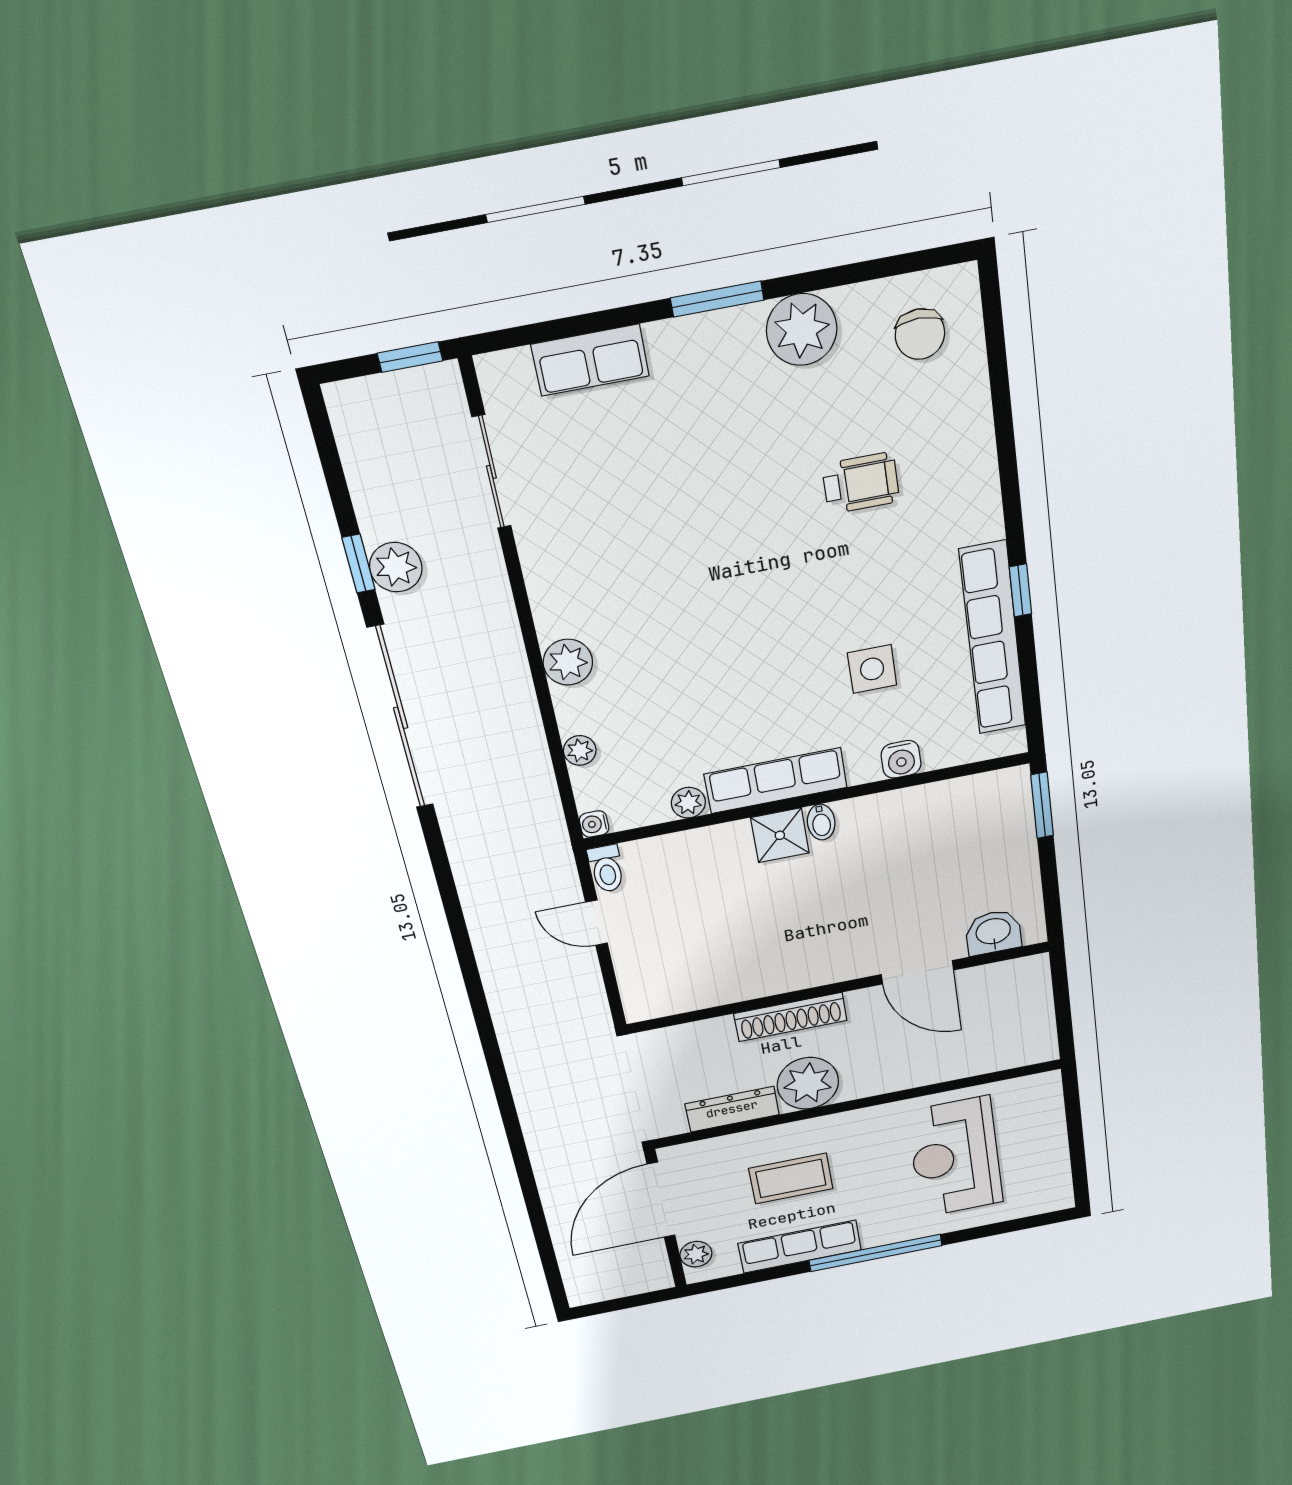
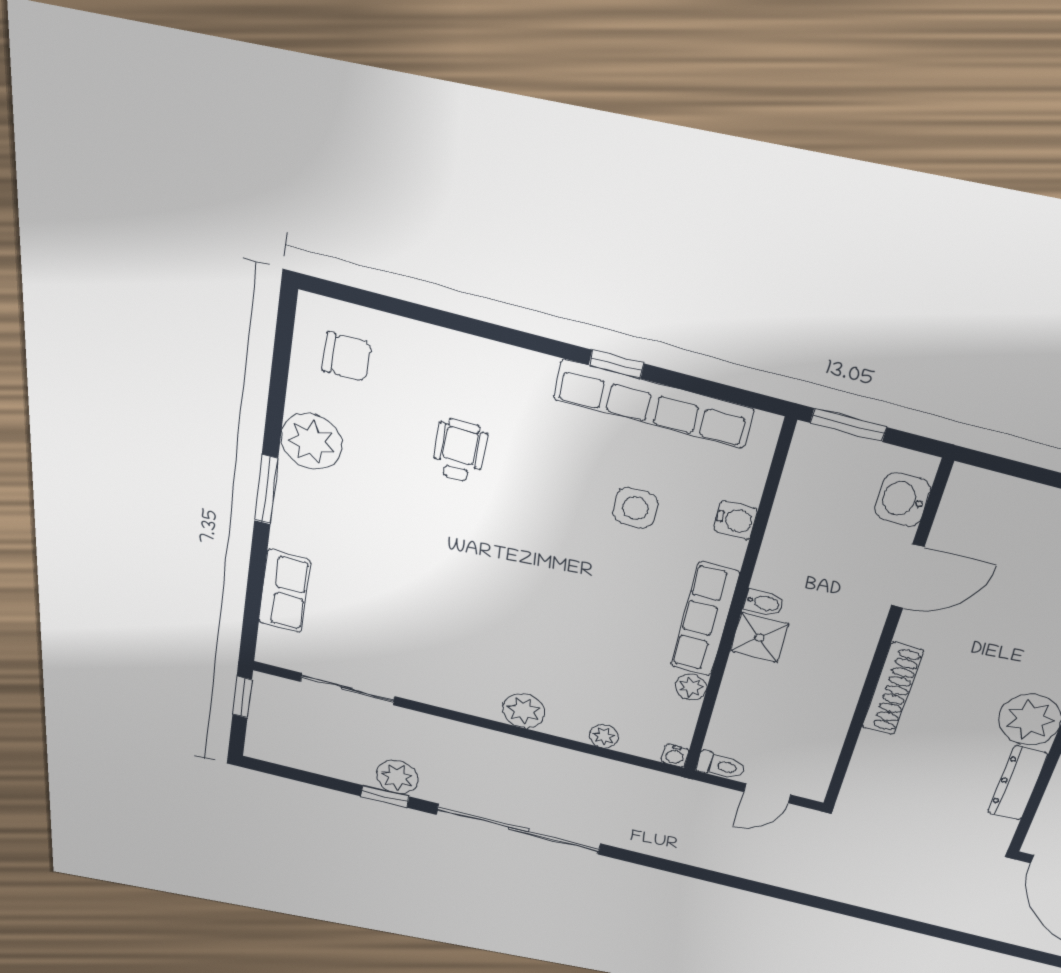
washbasin: (993, 932) -> (902, 499), moved
door: (917, 972) -> (908, 576), moved
wall: (838, 988) -> (885, 642), moved
shoe rack: (790, 1017) -> (893, 689), moved

